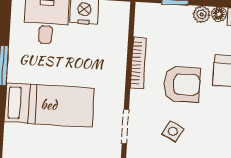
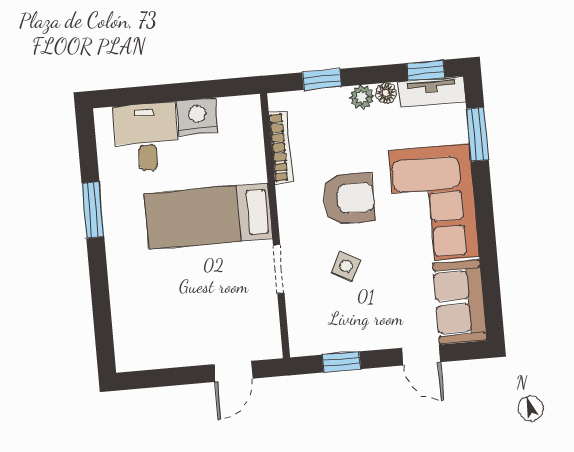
bookcase: (138, 63) -> (281, 147), moved
bed: (49, 105) -> (208, 216), moved, turned 180

